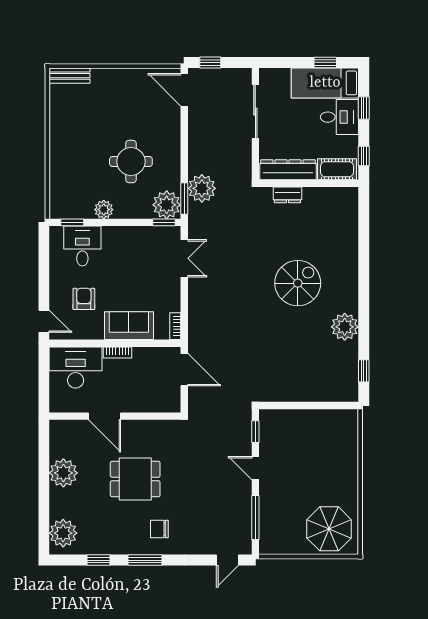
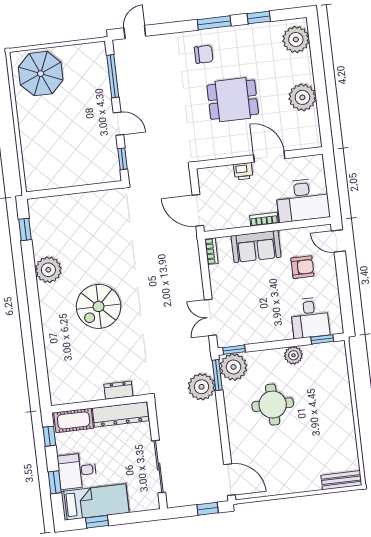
armchair: (84, 299) -> (302, 267), turned -90
printer: (133, 404) -> (243, 171), added

